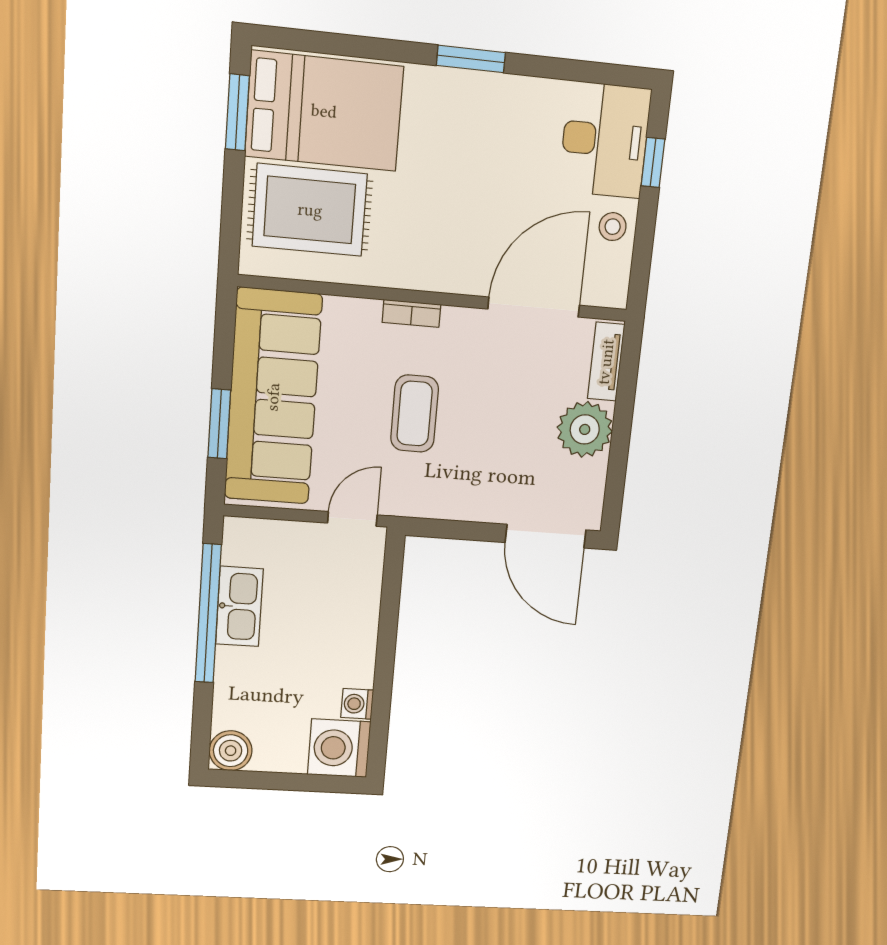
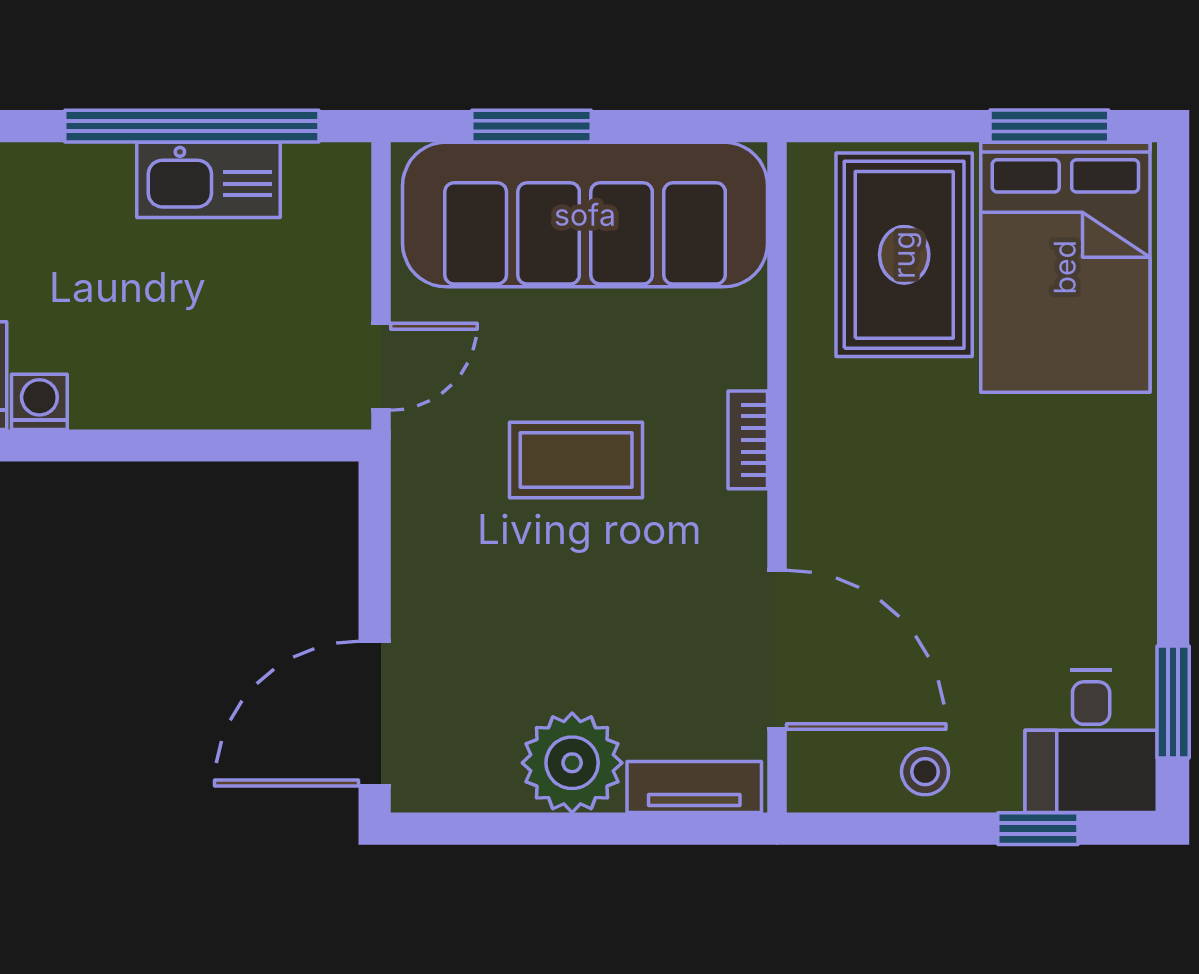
window: (471, 59) -> (1173, 702), moved
desk: (605, 140) -> (1091, 742), width x0.73
door: (352, 519) -> (381, 367), hinge flipped

